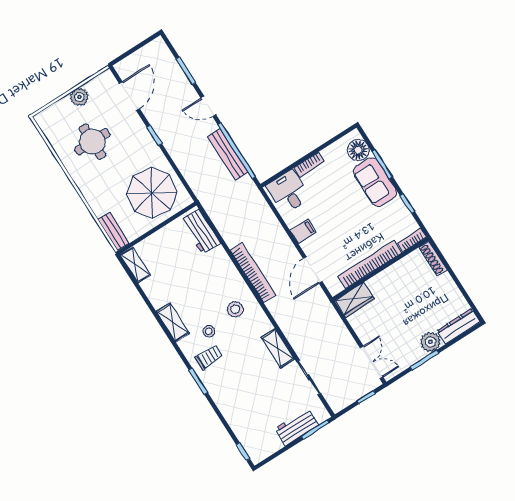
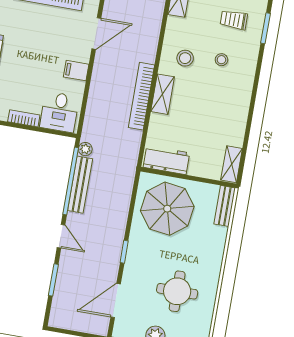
plant: (247, 182) -> (85, 149), added
workbench: (201, 232) -> (166, 160), moved, turned -90
bookcase: (253, 273) -> (141, 96), moved
shelving: (173, 322) -> (163, 94), moved
trolley: (209, 357) -> (234, 20), moved

